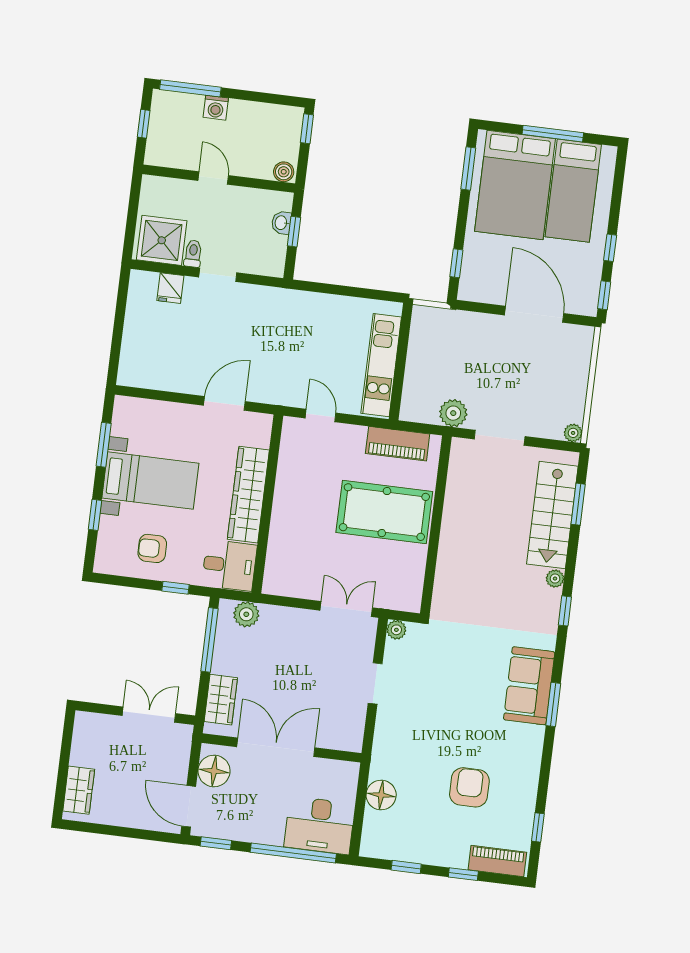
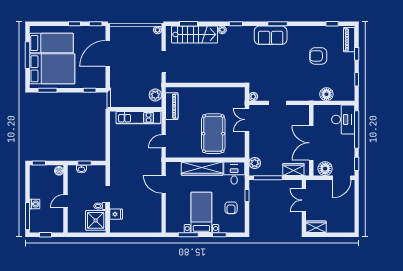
plant: (453, 413) -> (155, 95), moved
pool table: (384, 512) -> (213, 134), moved
wardrobe: (79, 790) -> (316, 227), moved

